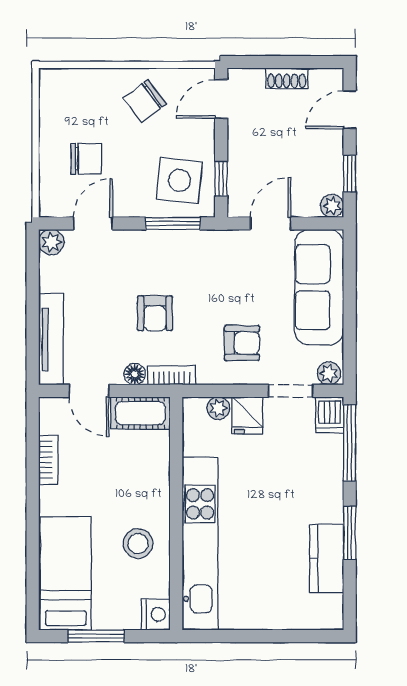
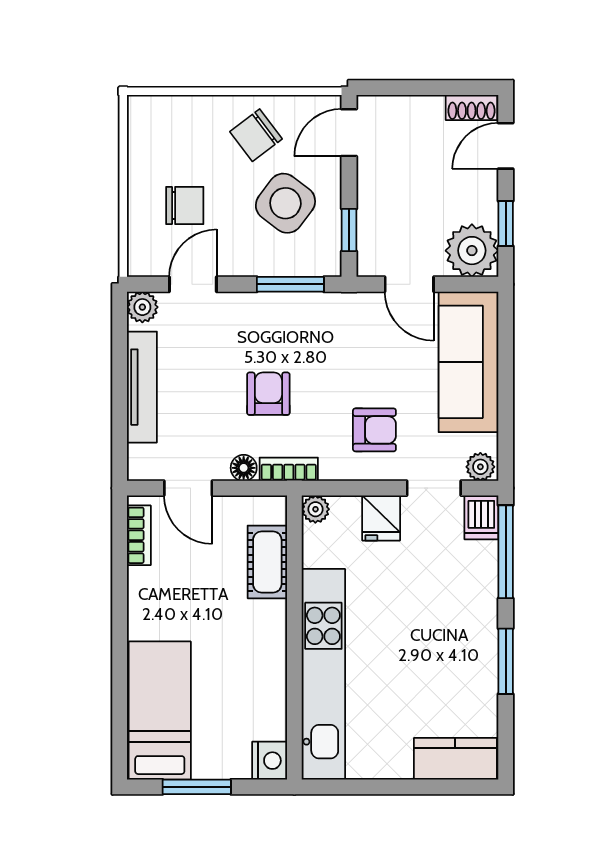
shoe rack: (287, 78) -> (472, 108), moved
side table: (179, 180) -> (285, 203), moved, turned 31
plant: (332, 206) -> (472, 251), width x1.87, depth x1.87
door: (271, 223) -> (409, 284), swing flipped
armchair: (155, 313) -> (268, 394), turned 180
tv unit: (51, 339) -> (142, 387), moved
plant: (218, 408) -> (315, 509), moved
cot: (140, 413) -> (267, 562), moved, turned 90
bookcase: (49, 460) -> (139, 535), moved
stool: (138, 544) -> (248, 674), removed
kitchen counter: (327, 558) -> (455, 759), moved, turned 90

